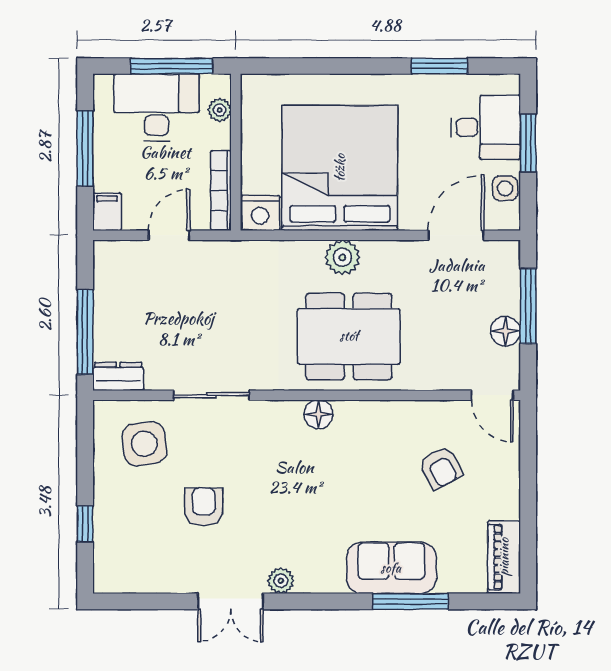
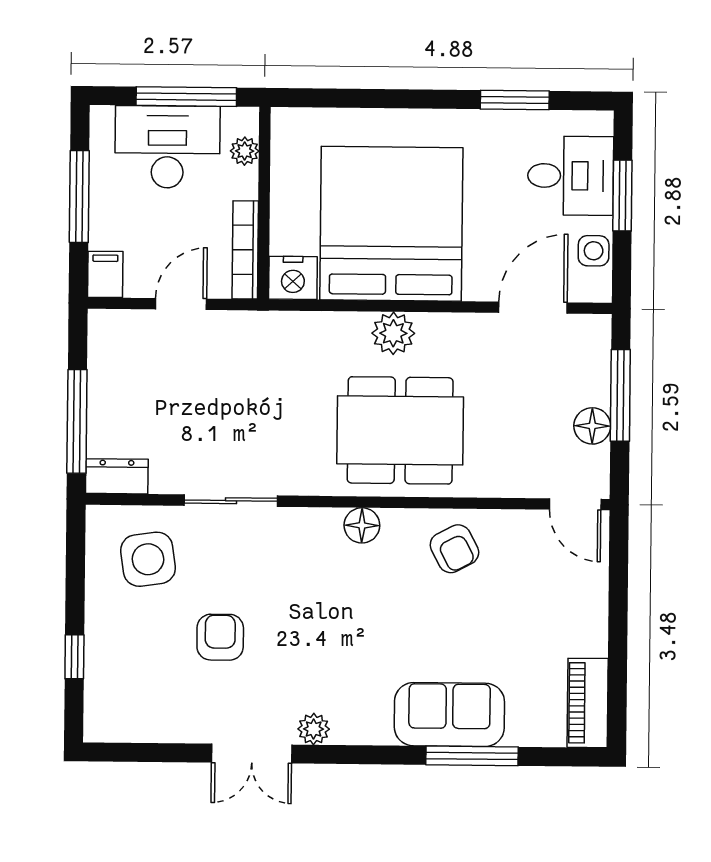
armchair: (441, 468) -> (454, 549), moved

